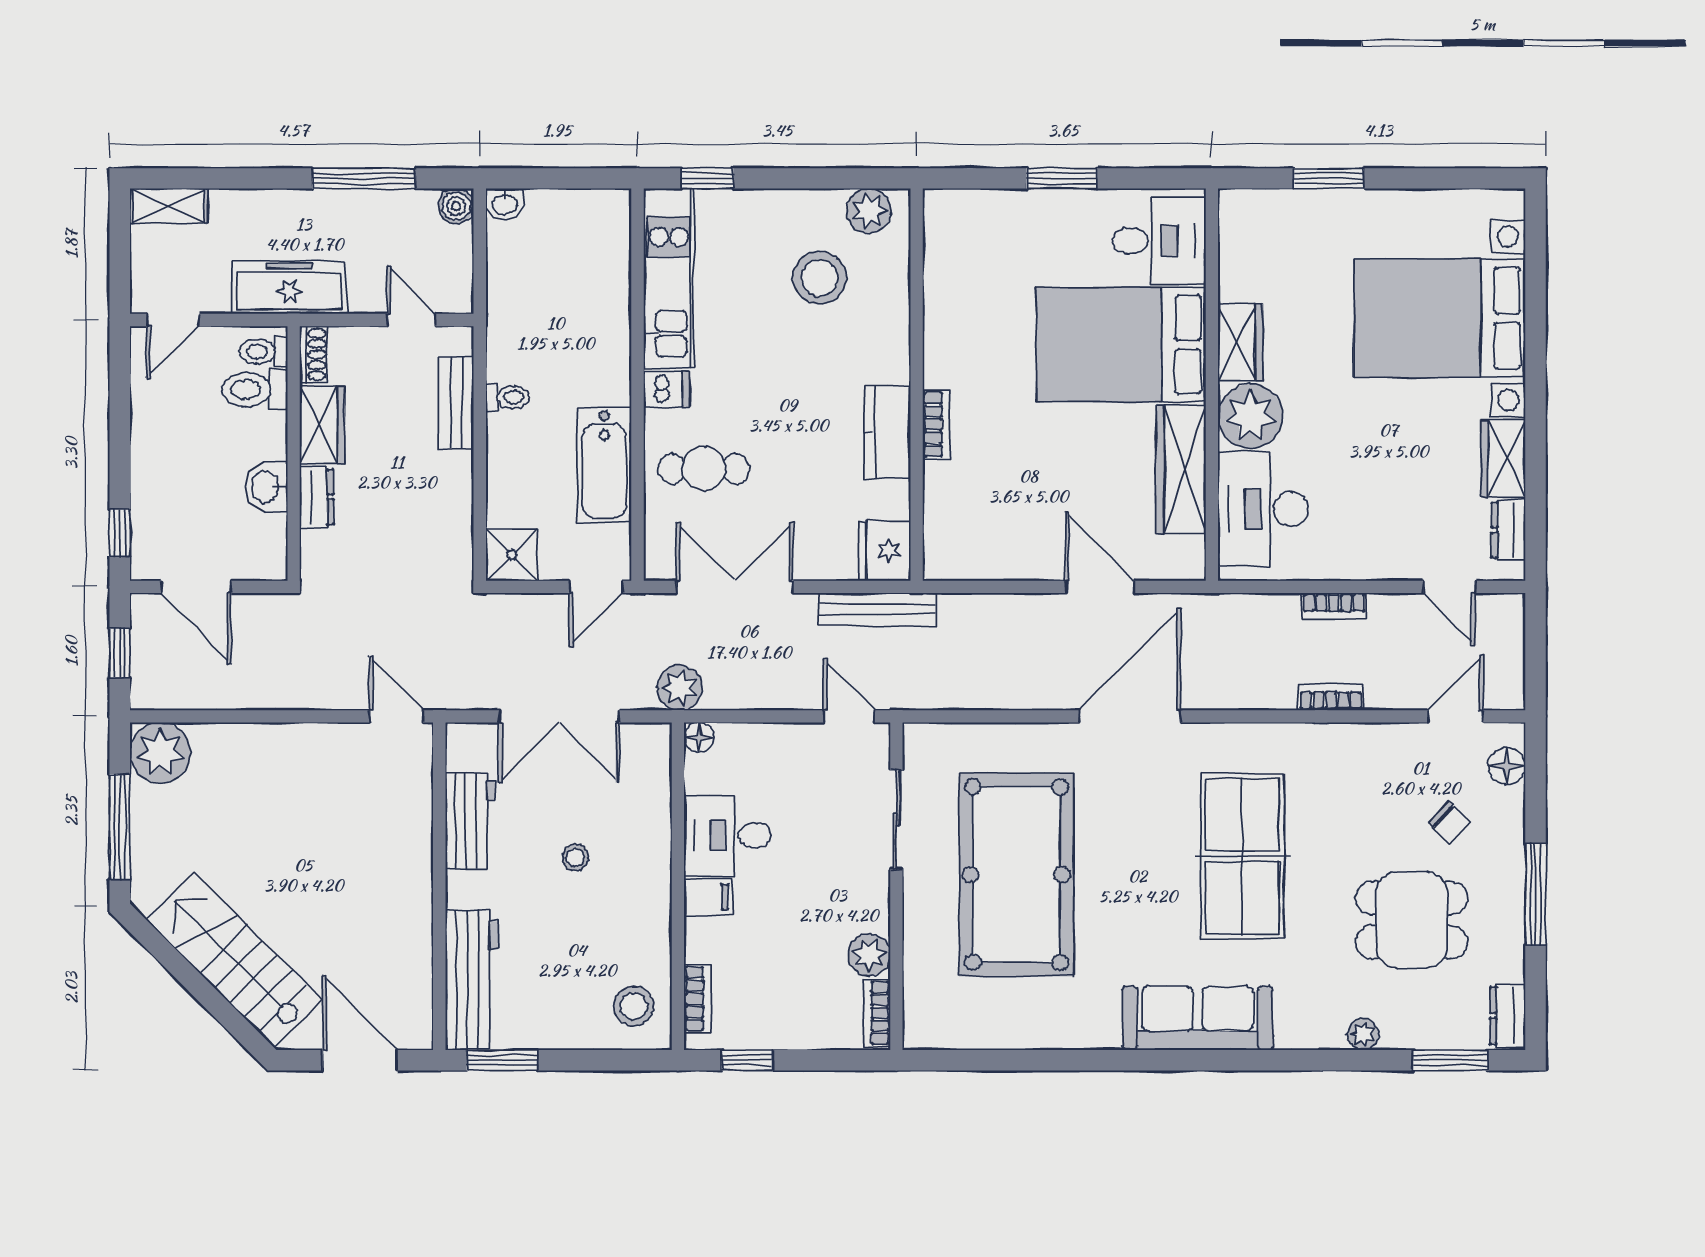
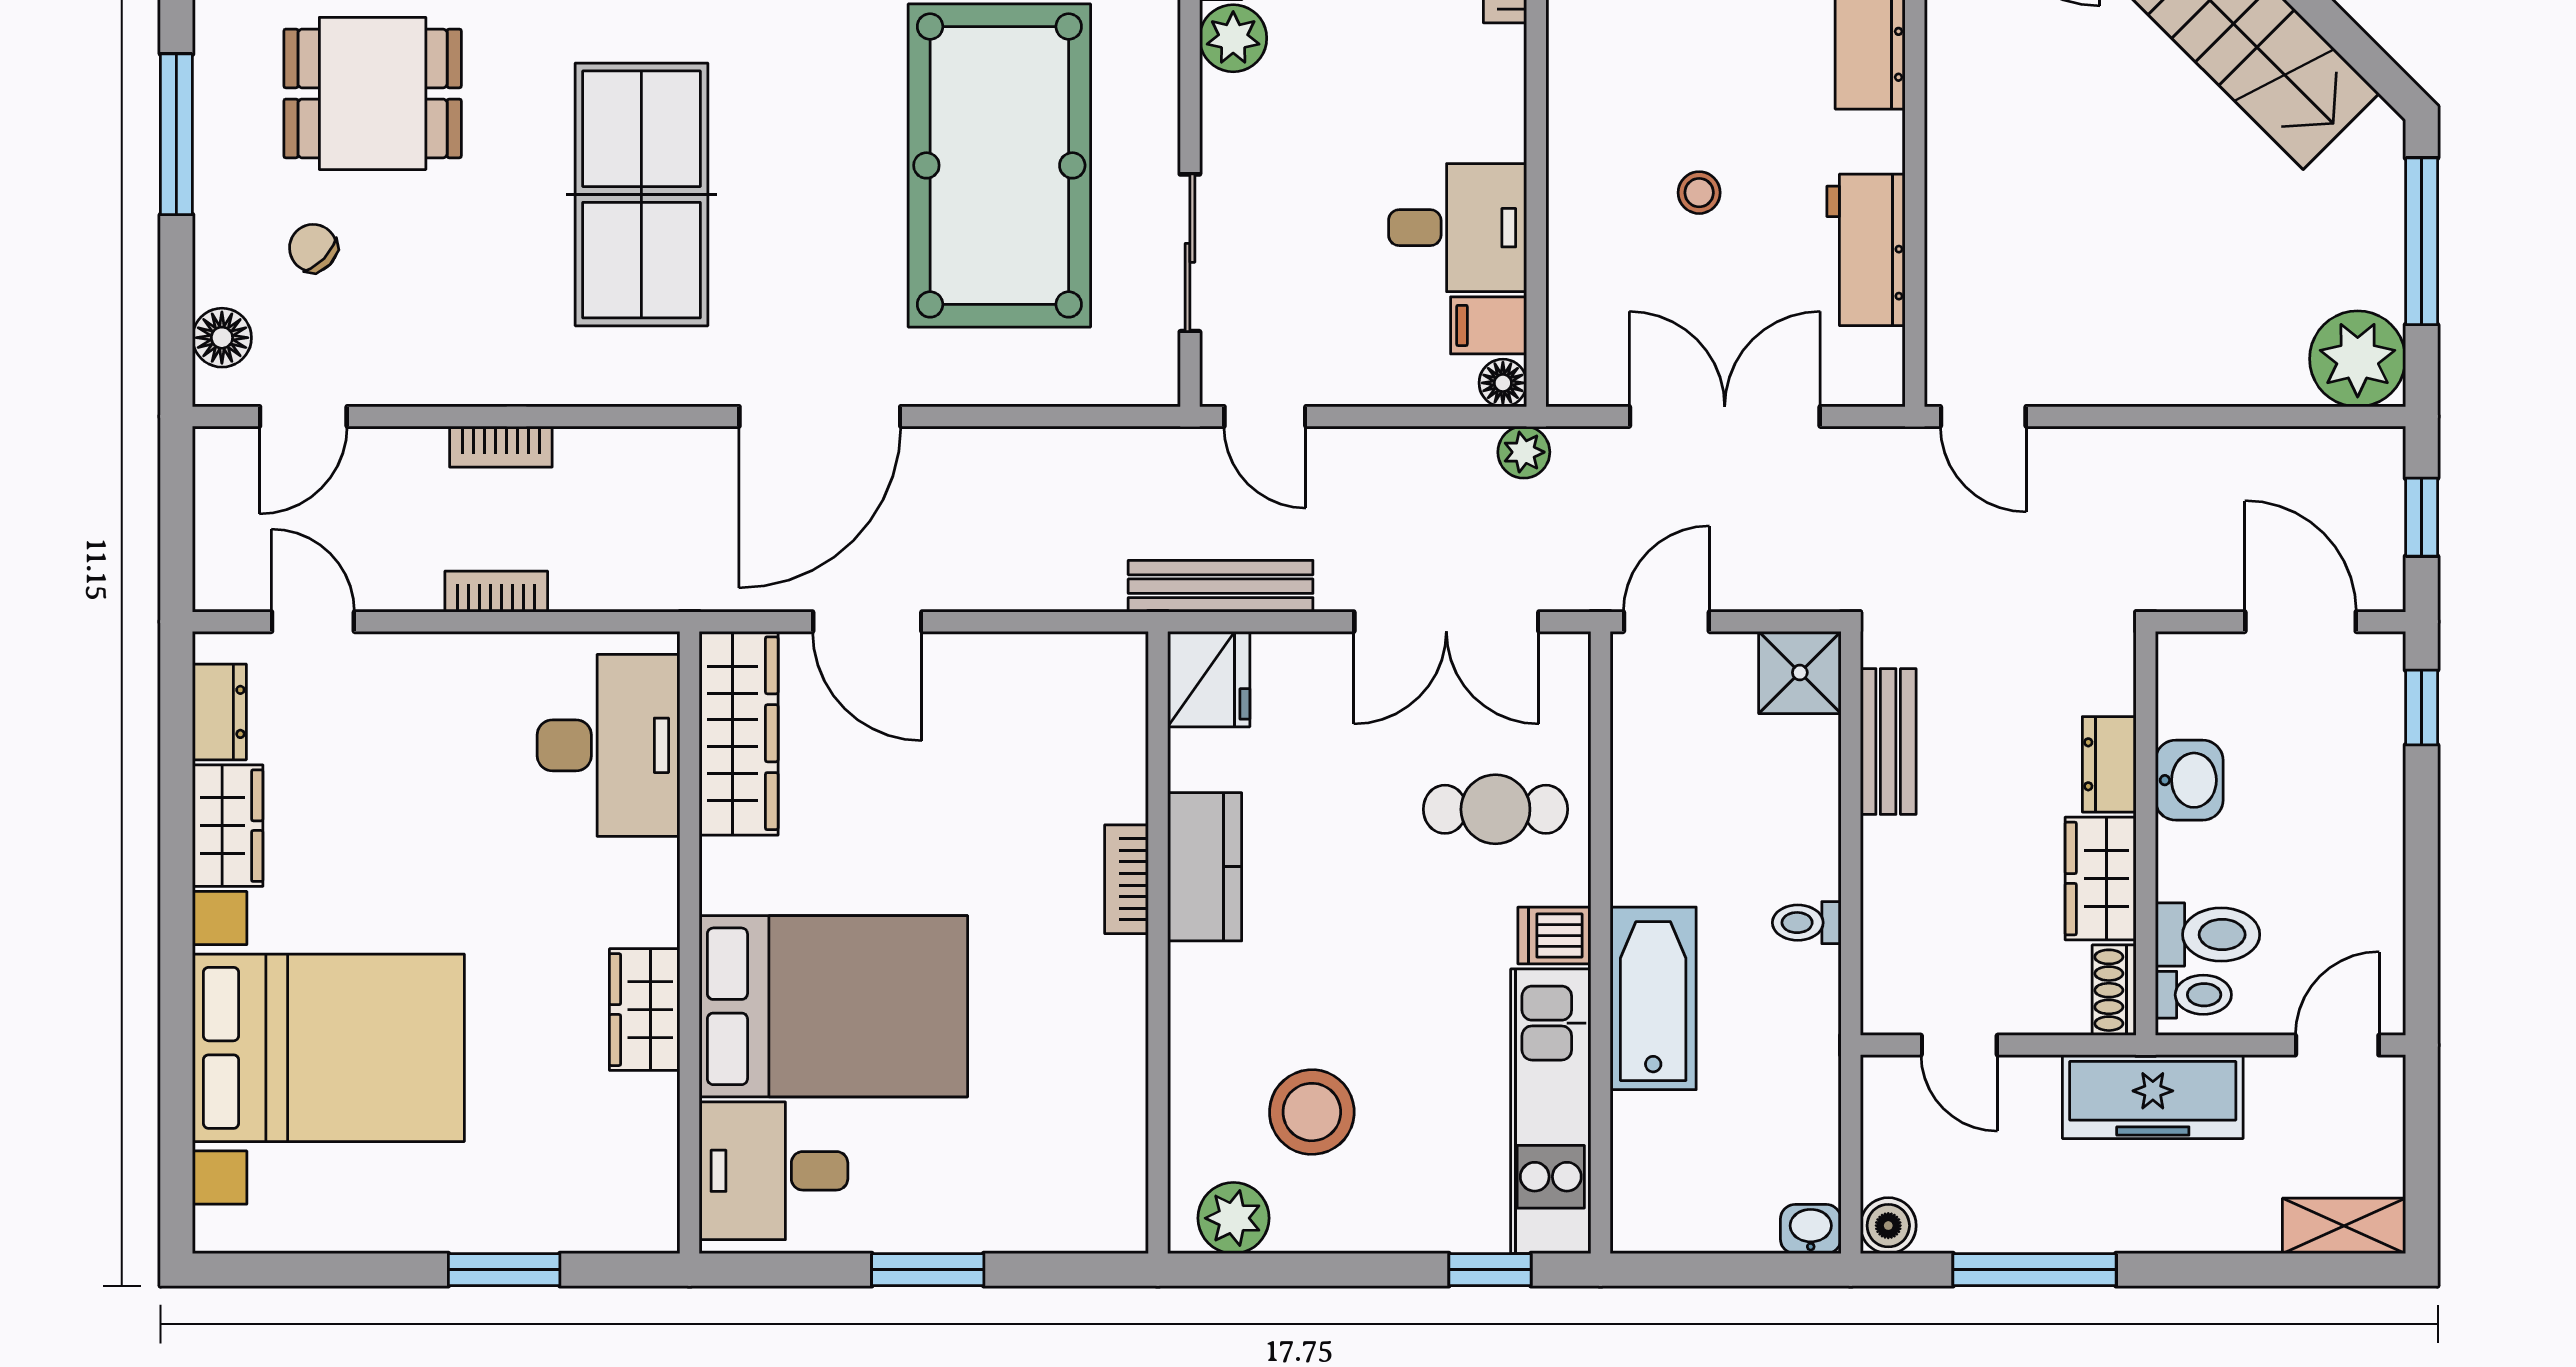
bench: (456, 403) -> (1888, 741), moved
plant: (1250, 416) -> (629, 892), removed
bathtub: (604, 465) -> (1653, 998), moved
wardrobe: (1181, 469) -> (739, 733), moved
plant: (680, 688) -> (1524, 452), width x0.73, depth x0.73
filing cabinet: (708, 897) -> (1489, 325), moved

